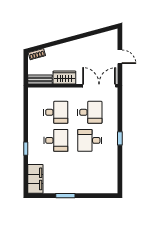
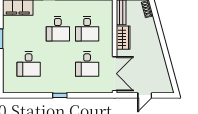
desk: (90, 140) -> (29, 64), moved, turned 180

